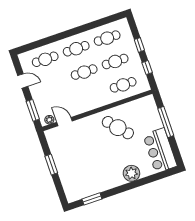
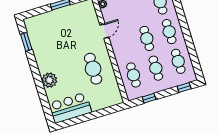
window: (139, 45) -> (184, 88), moved
door: (64, 122) -> (104, 31), moved
window: (166, 122) -> (97, 114), removed
cafe table: (118, 128) -> (93, 69), turned -48

